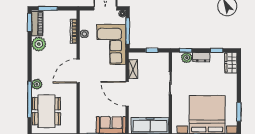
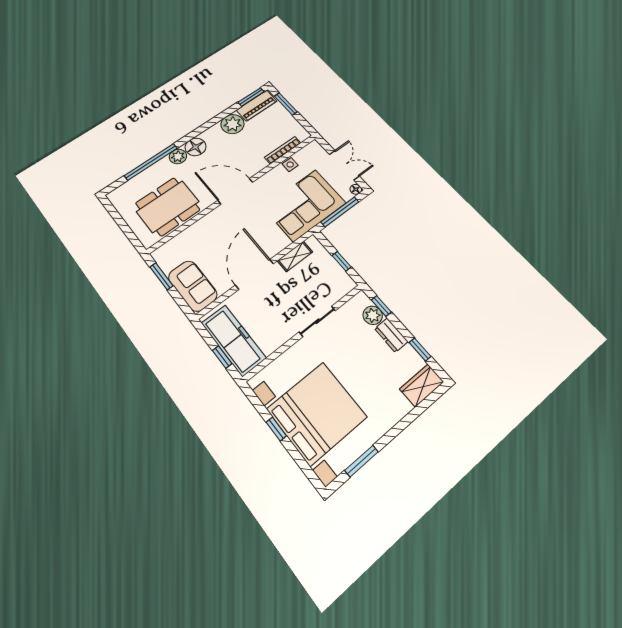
floor lamp: (38, 72) -> (196, 147), added
dining table: (46, 111) -> (168, 207), moved

